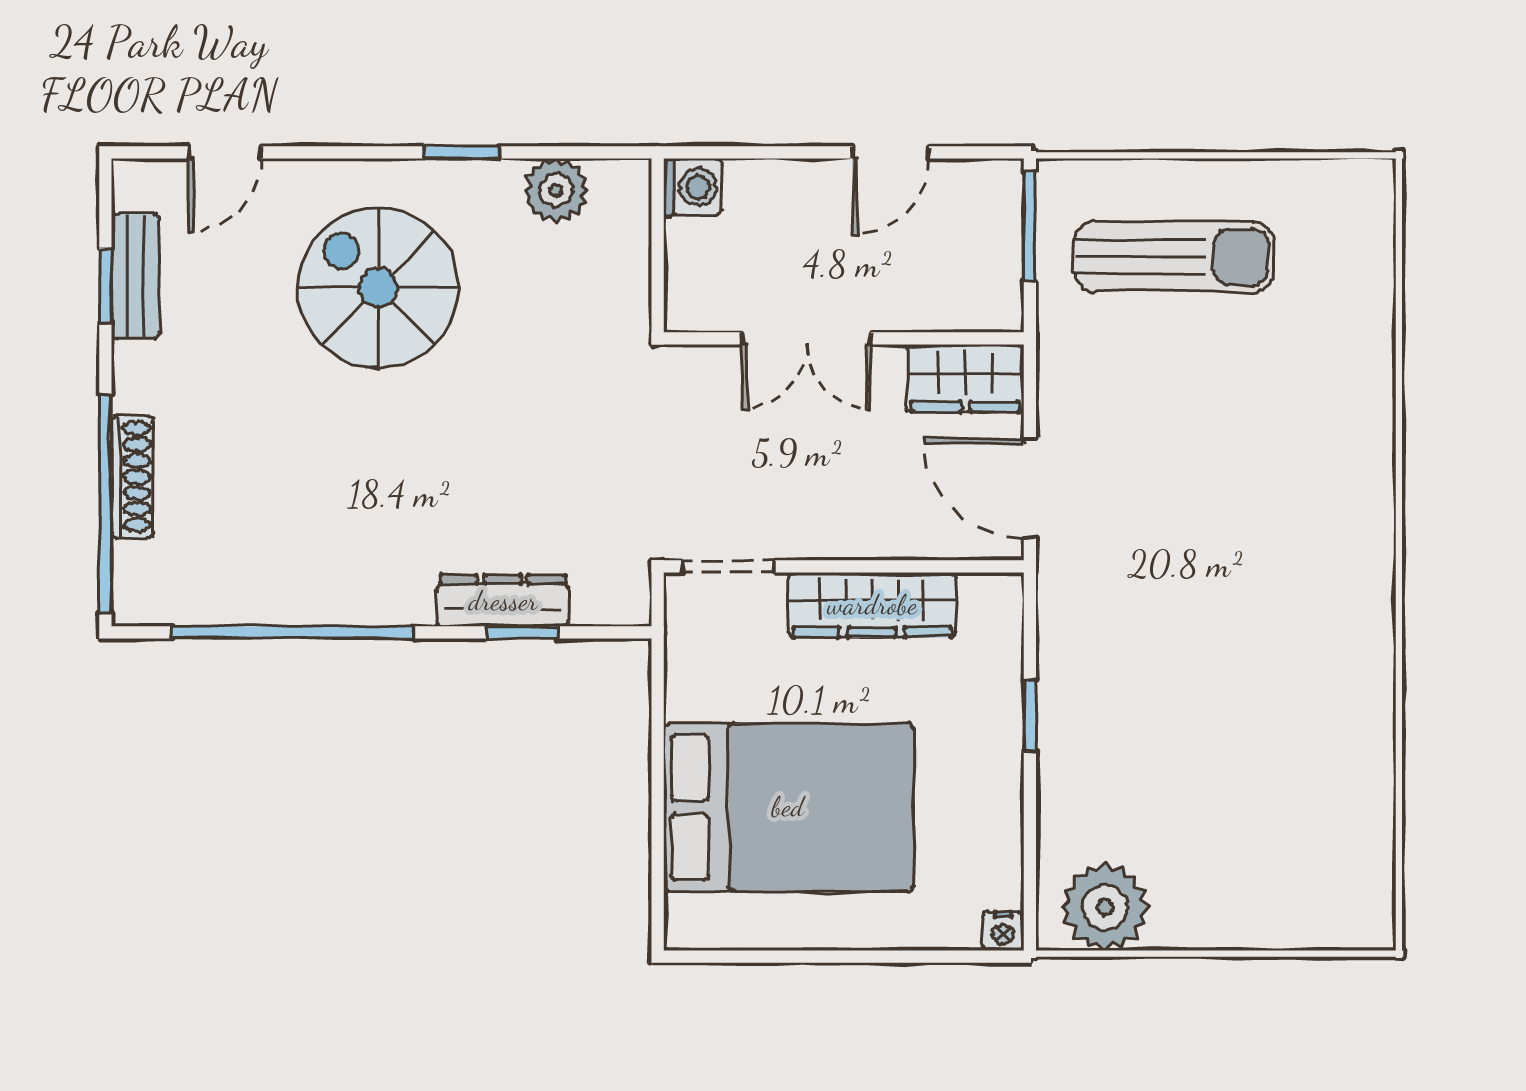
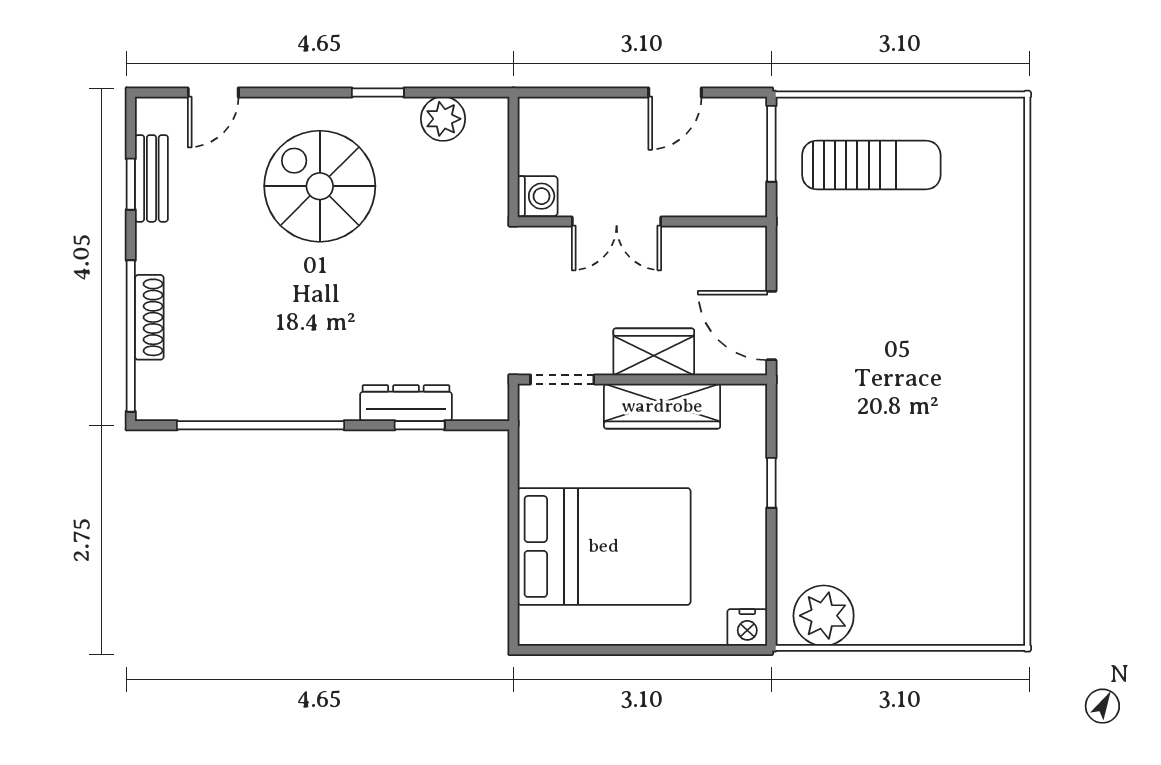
washing machine: (692, 187) -> (538, 196), moved
wardrobe: (965, 378) -> (654, 352), moved, turned 180
nightstand: (1003, 931) -> (747, 627), width x1.39, depth x1.35

